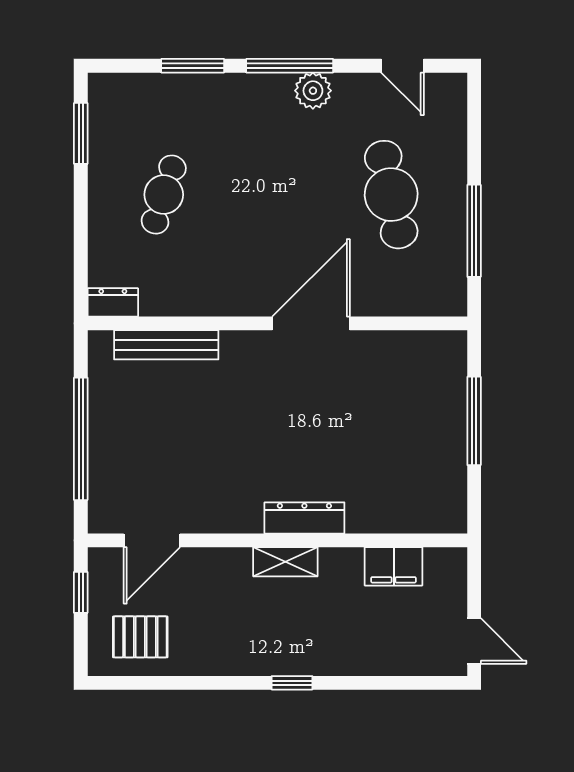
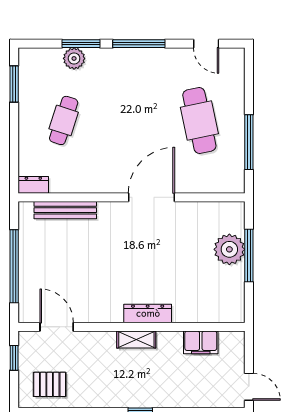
plant: (313, 91) -> (74, 58), moved
plant: (441, 410) -> (229, 249), added
door: (152, 540) -> (57, 327), swing flipped

